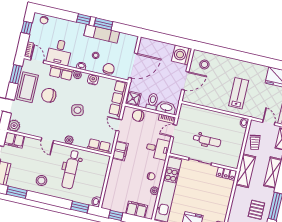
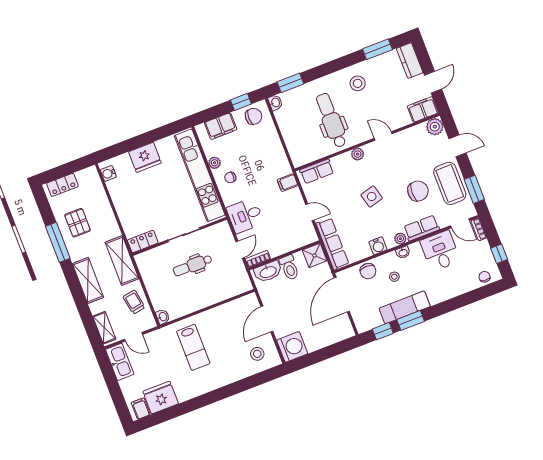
window: (84, 19) -> (383, 331), moved
chair: (138, 116) -> (254, 116), moved
filing cabinet: (120, 151) -> (288, 183), width x0.50

